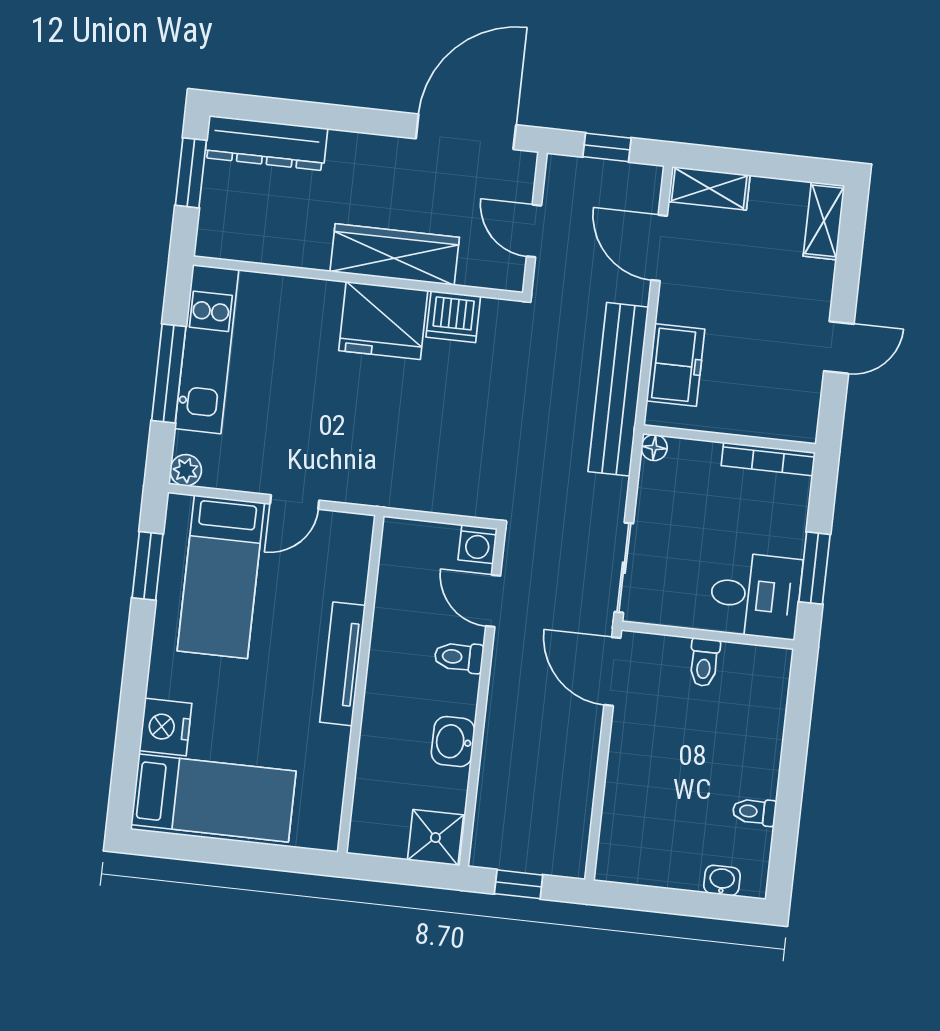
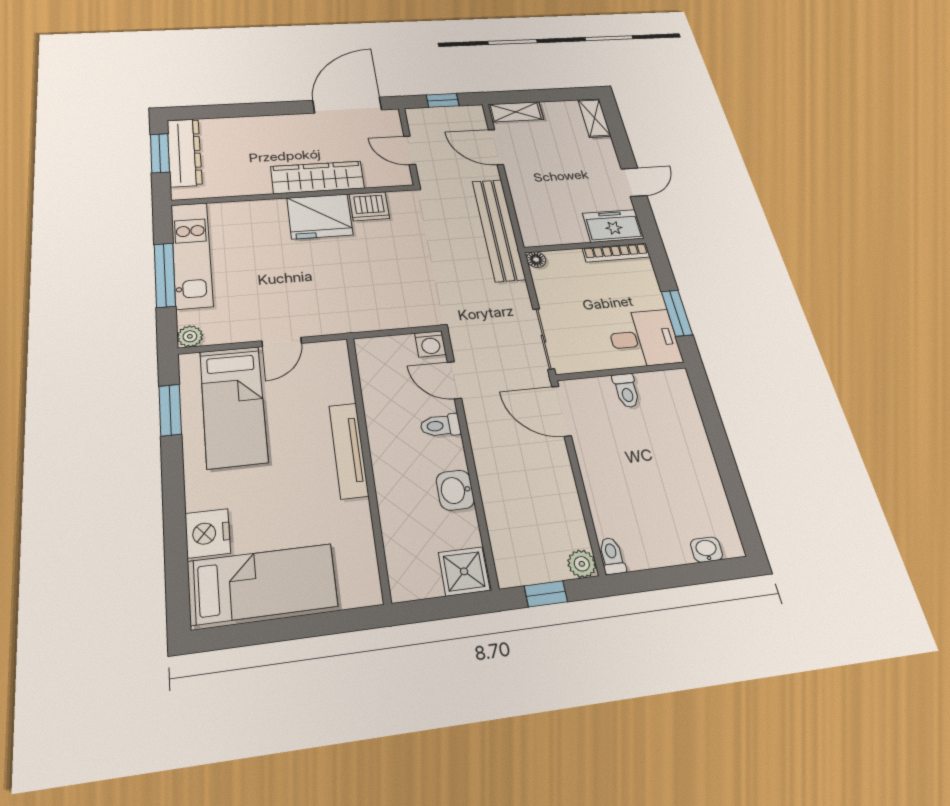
dresser: (266, 143) -> (184, 152), moved, turned -90
freezer: (676, 365) -> (613, 226), moved, turned -90
toilet: (754, 812) -> (612, 556), moved, turned 90
plant: (571, 861) -> (582, 564), added

